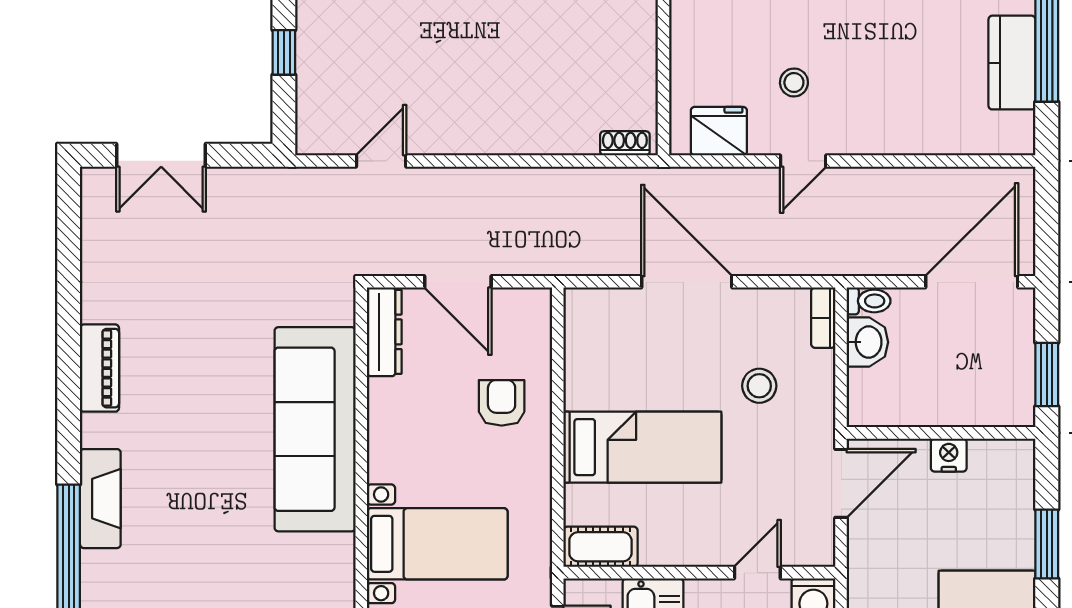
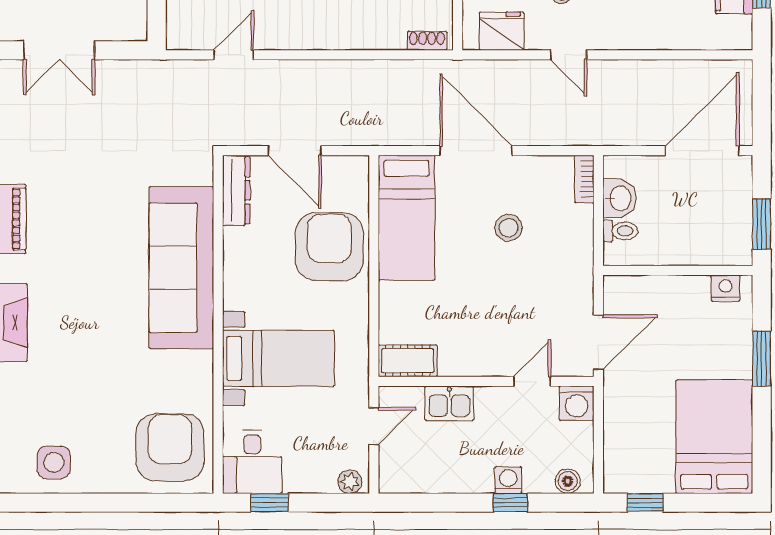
door: (803, 161) -> (568, 55), hinge flipped
toilet: (869, 301) -> (620, 231), moved
stool: (759, 386) -> (508, 228), moved
armchair: (502, 403) -> (329, 247), width x1.88, depth x1.88
bed: (642, 447) -> (406, 218), moved, turned 90
nightstand: (949, 455) -> (726, 288), moved
door: (841, 483) -> (598, 342), moved

